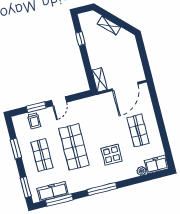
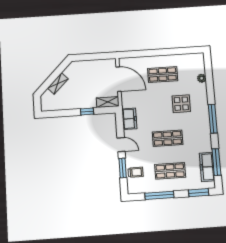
window: (80, 39) -> (87, 112), moved
shop shelf: (74, 147) -> (168, 138), width x0.70, depth x0.74
window: (16, 149) -> (159, 195), width x1.44
freezer: (157, 165) -> (129, 119), moved, turned 180

